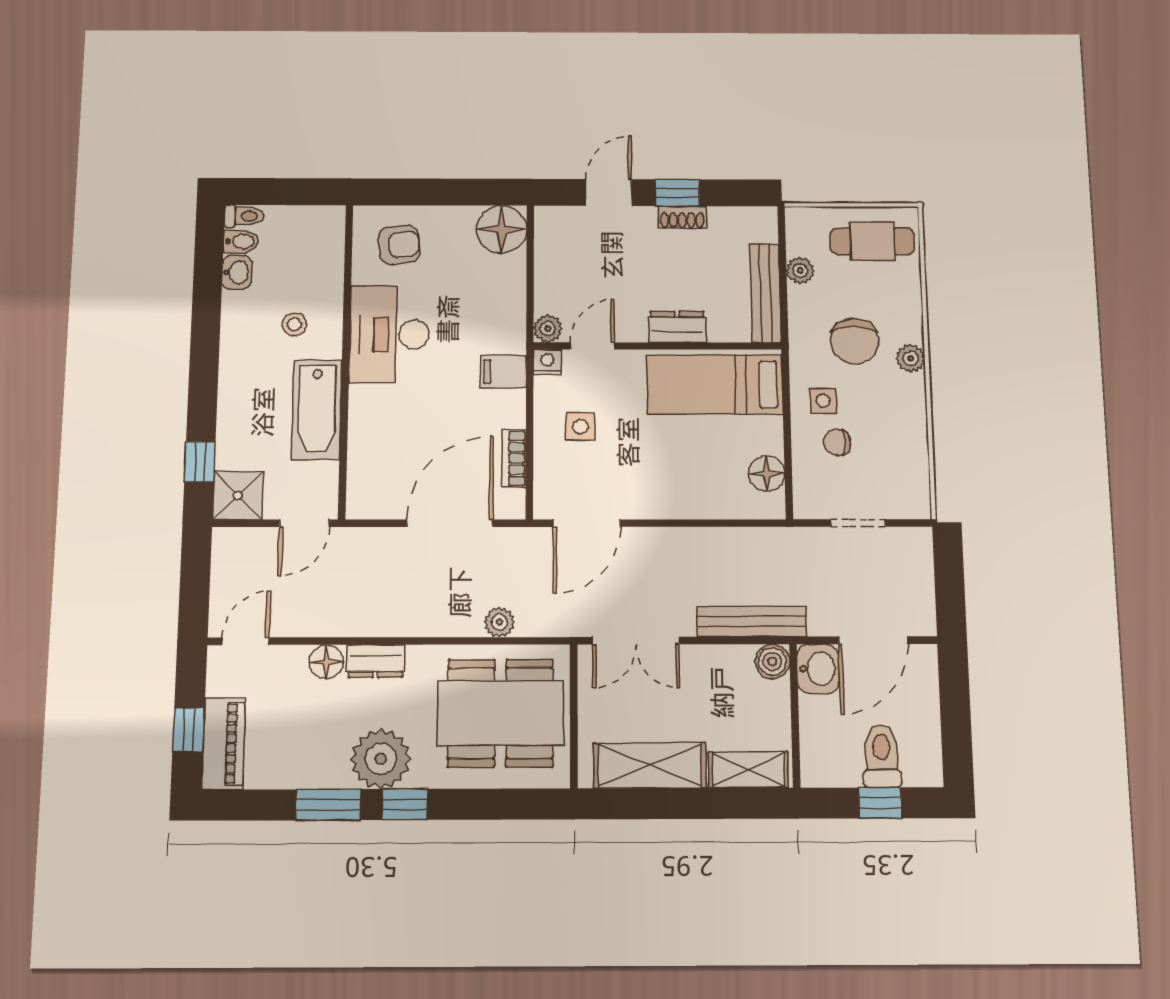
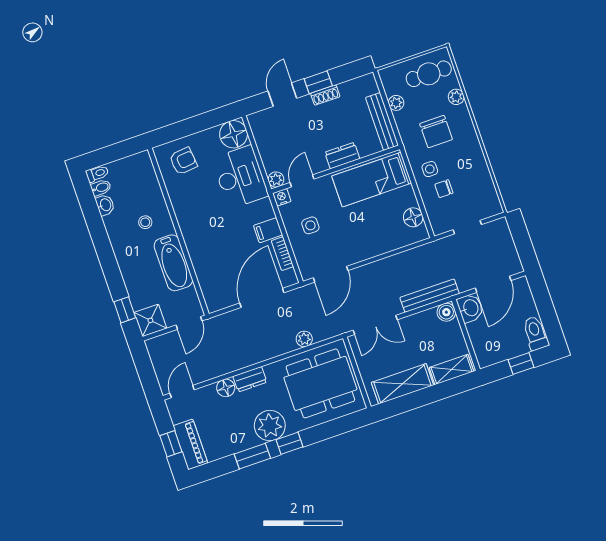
desk: (389, 334) -> (240, 177), moved, turned 180
plant: (911, 358) -> (456, 97), moved
filing cabinet: (503, 372) -> (268, 230), moved
toilet: (882, 756) -> (535, 333), moved

